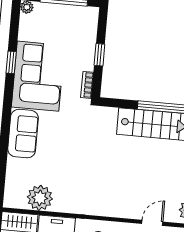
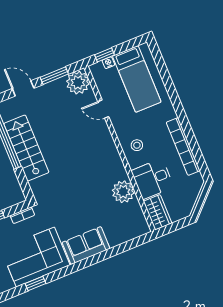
plant: (40, 198) -> (123, 192), moved

